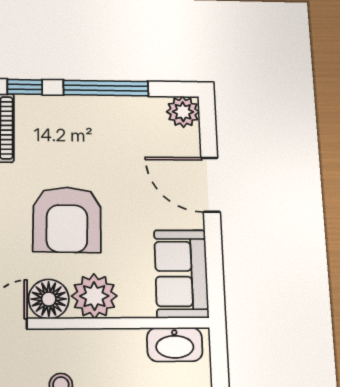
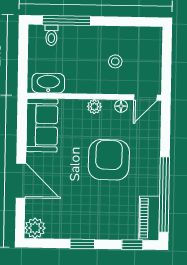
window: (106, 88) -> (82, 244), width x0.46
plant: (94, 296) -> (94, 107), width x0.53, depth x0.53
floor lamp: (49, 299) -> (121, 106), width x0.53, depth x0.53

